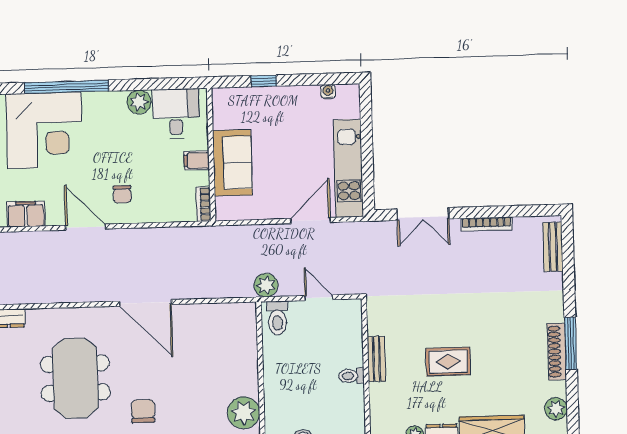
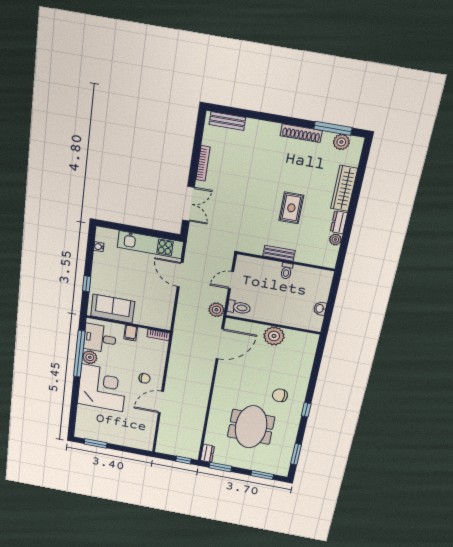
window: (66, 87) -> (79, 354), moved
corner desk: (44, 130) -> (102, 388), moved
sofa: (233, 163) -> (113, 309), moved
filing cabinet: (26, 214) -> (147, 431), removed
door: (145, 303) -> (220, 344), moved
window: (571, 343) -> (333, 128), moved
meeting table: (75, 378) -> (251, 427), turned 90
plant: (244, 413) -> (274, 336), moved

